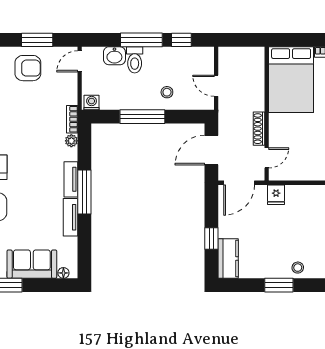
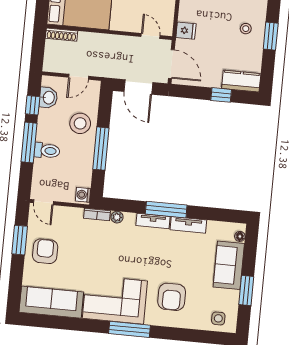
washbasin: (114, 56) -> (48, 98), moved
stool: (167, 92) -> (80, 123), width x1.89, depth x1.89
shoe rack: (259, 129) -> (61, 35), moved
stool: (298, 268) -> (246, 29), moved

